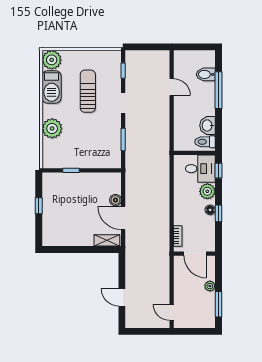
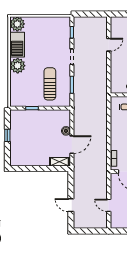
door: (172, 87) -> (109, 45), hinge flipped
sun lounger: (88, 91) -> (50, 84), moved
plant: (52, 128) -> (18, 66), moved
door: (123, 218) -> (72, 145), swing flipped
door: (172, 312) -> (109, 205), moved

